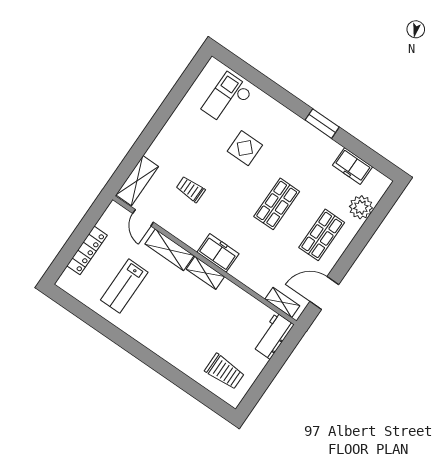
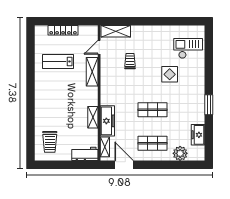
freezer: (218, 253) -> (107, 121), moved, width x1.40
shelving: (205, 273) -> (93, 117), moved

